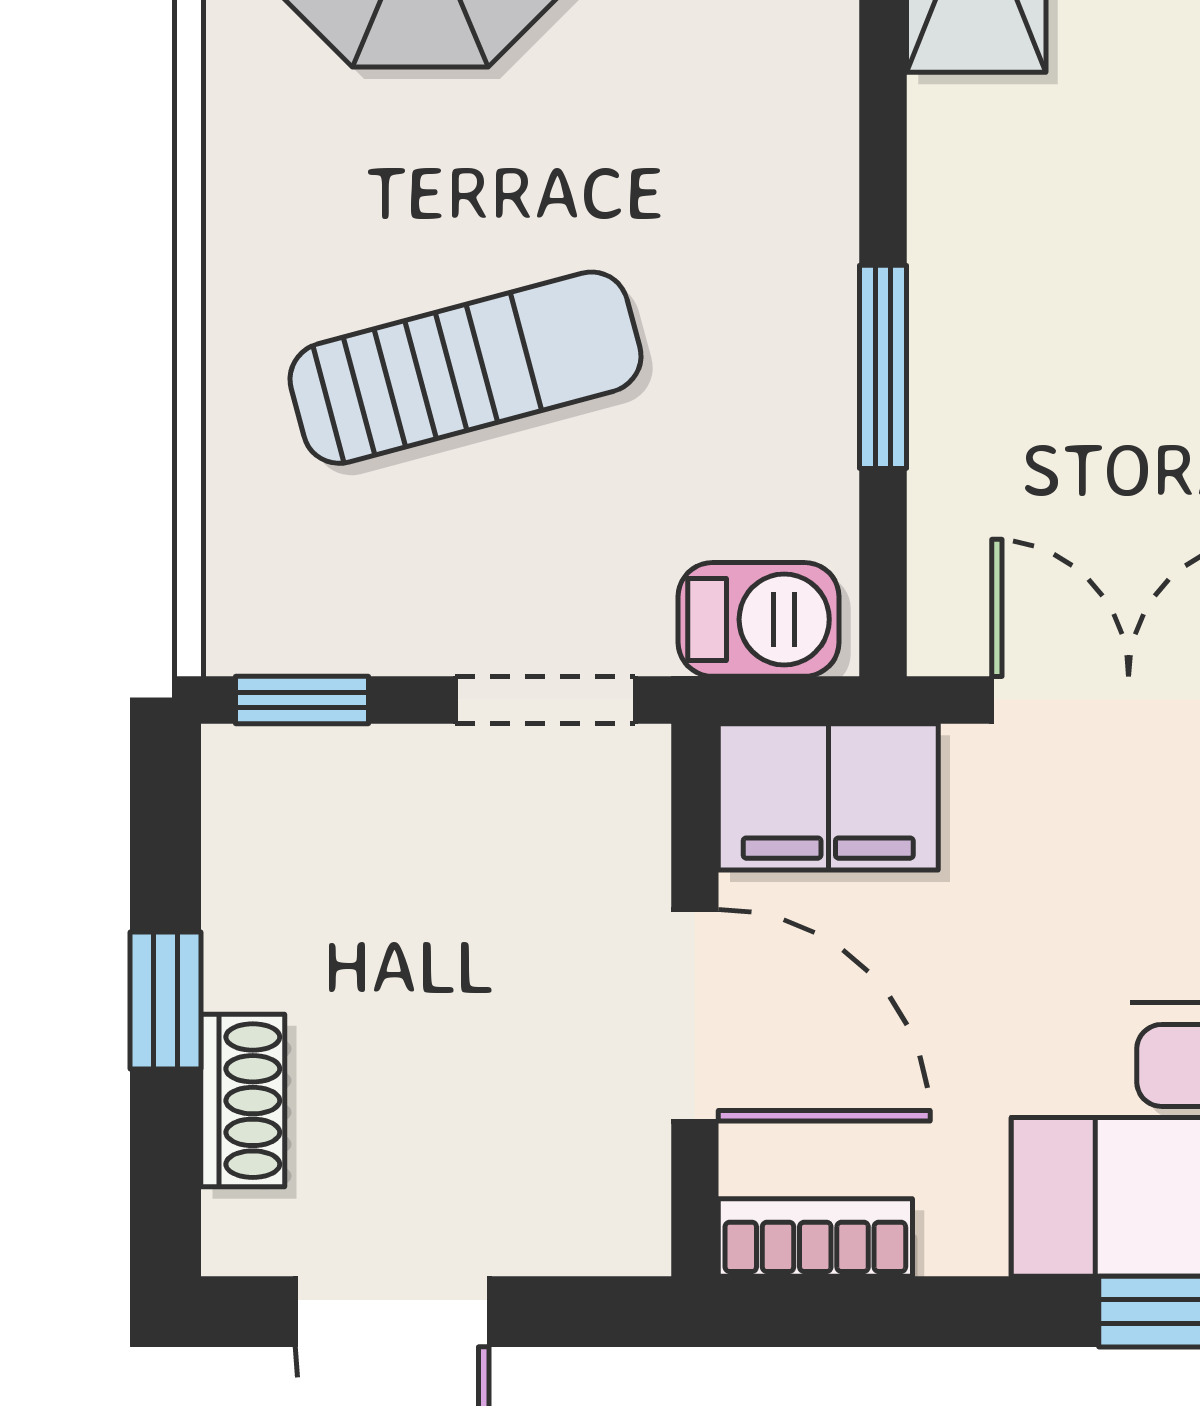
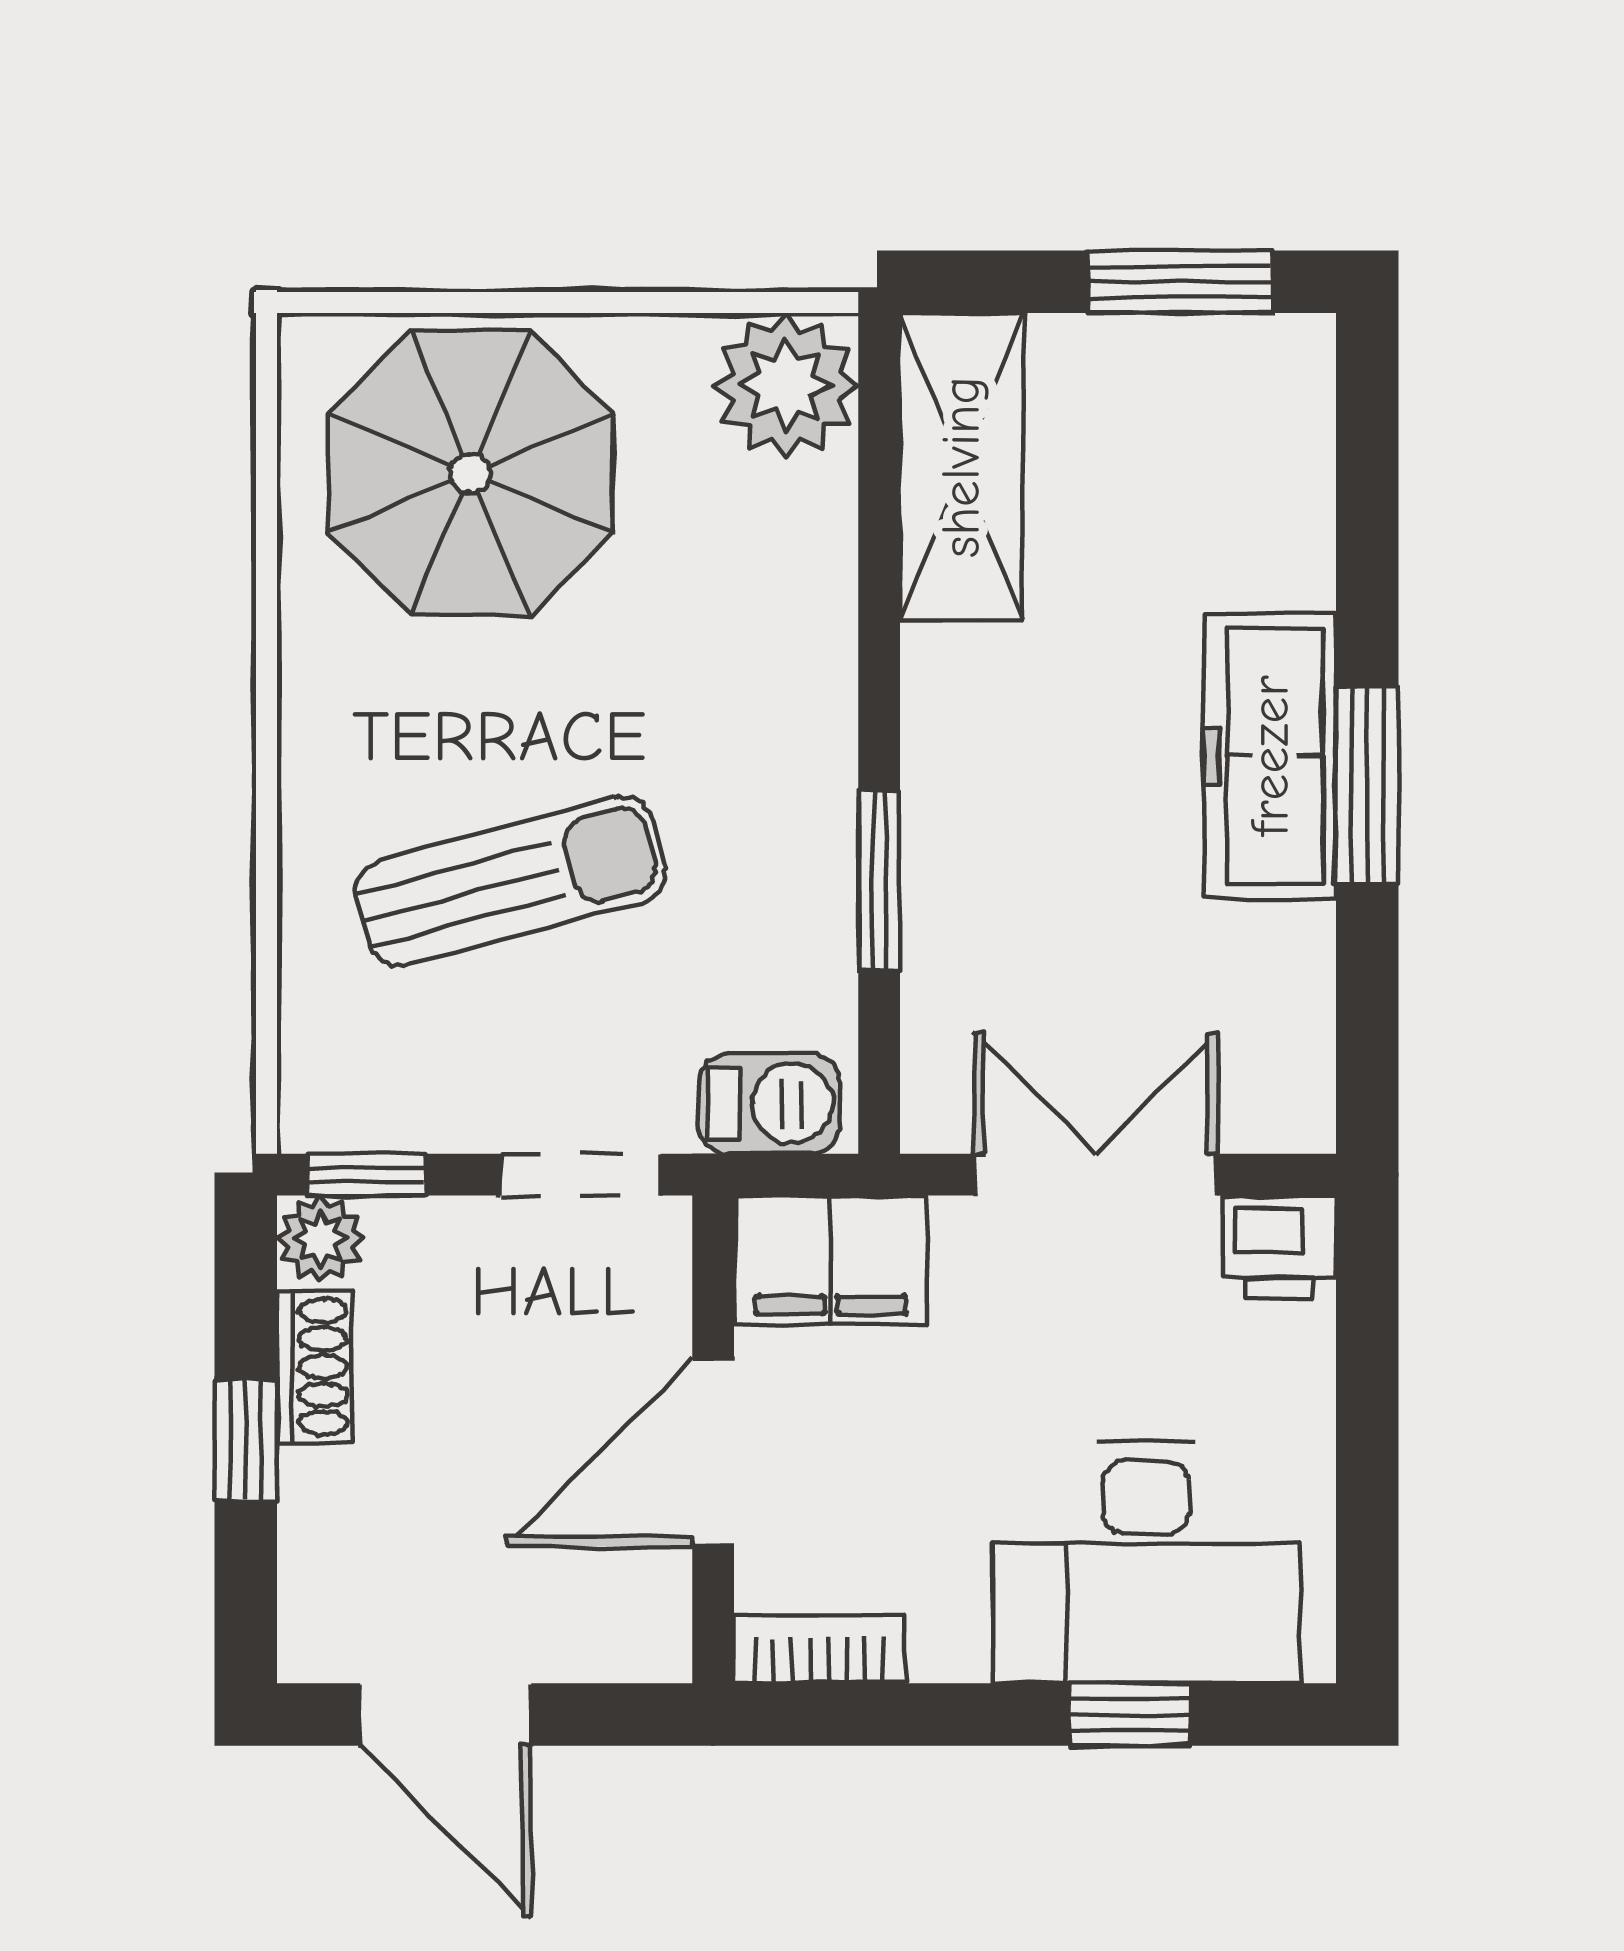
plant: (250, 773) -> (320, 1239), added
door: (695, 1015) -> (713, 1453), swing flipped
shoe rack: (243, 1101) -> (314, 1367), moved

